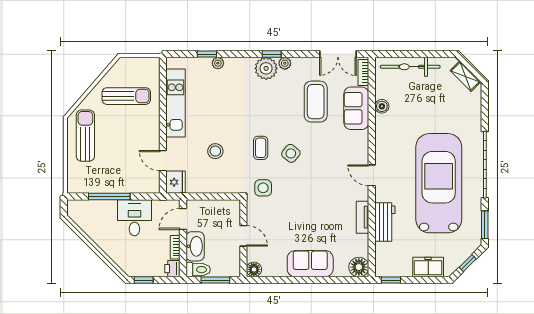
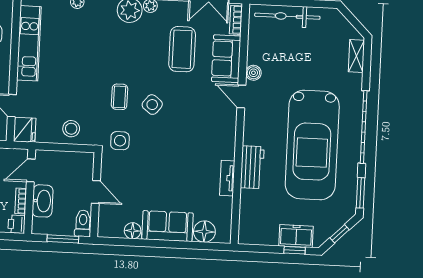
shelving: (465, 76) -> (356, 56), moved, turned 45
boiler: (382, 106) -> (253, 73), moved
stool: (215, 151) -> (71, 129), moved
door: (372, 175) -> (241, 96), moved
car: (439, 183) -> (312, 145), turned 180
workbench: (385, 222) -> (252, 167), moved
floor lamp: (359, 267) -> (204, 232), moved
floor lamp: (254, 269) -> (133, 231), moved
toilet: (198, 270) -> (83, 223), moved, turned -90
window: (391, 280) -> (295, 250), moved

